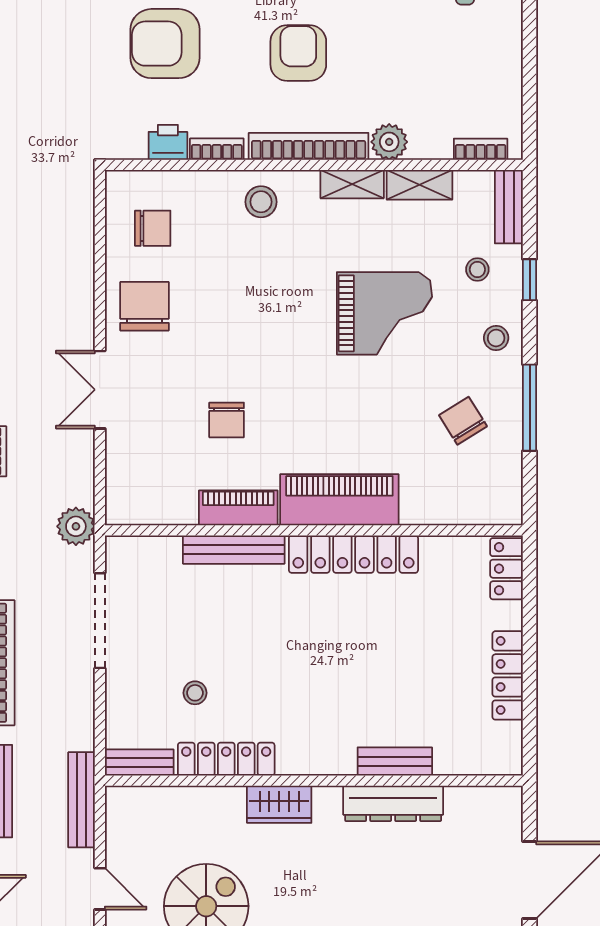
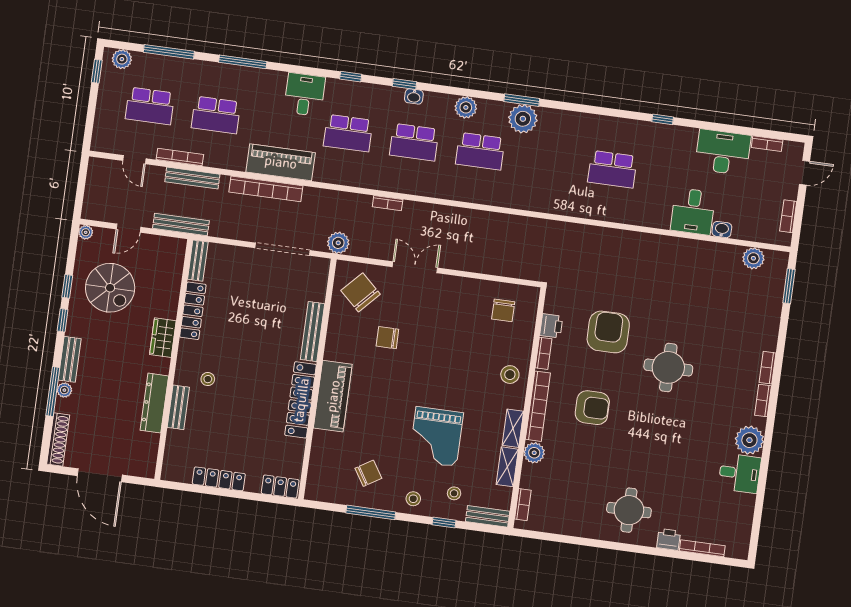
chair: (145, 306) -> (361, 292), moved, turned -137
piano: (238, 508) -> (336, 337), removed
stool: (195, 693) -> (208, 379), moved

